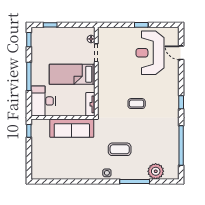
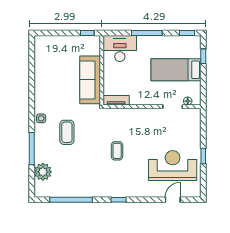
bed: (72, 74) -> (176, 70), moved, turned -90

